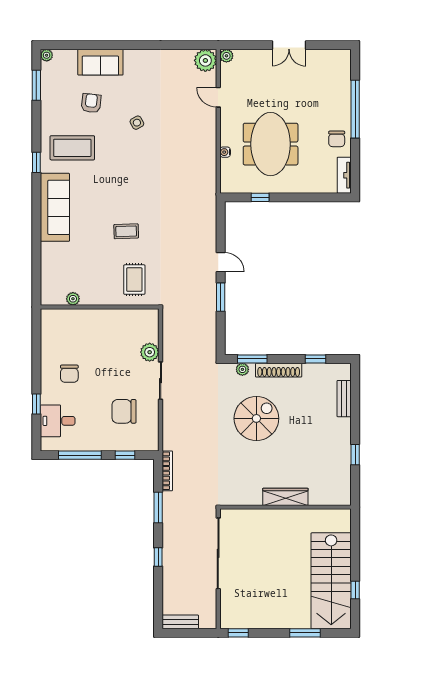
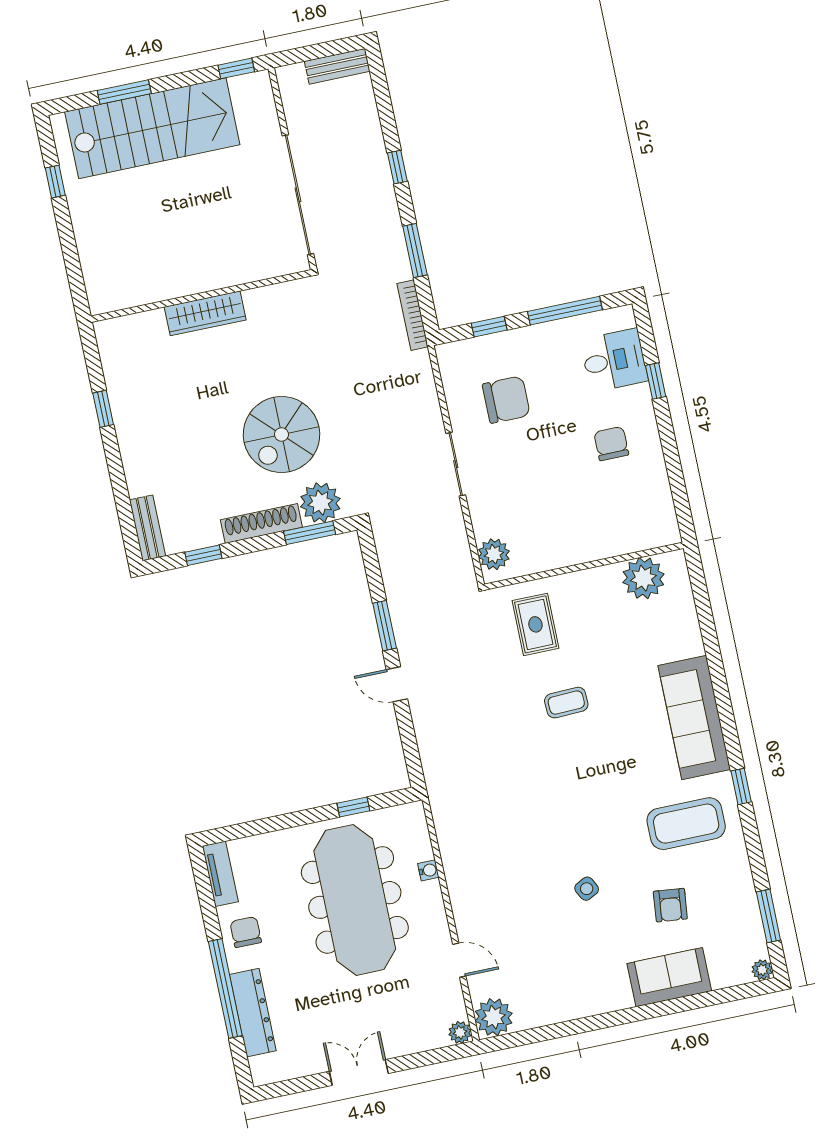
dresser: (342, 92) -> (253, 1013), added
meeting table: (271, 144) -> (355, 900), width x1.36
plant: (73, 299) -> (643, 578), width x1.88, depth x1.88
plant: (150, 352) -> (494, 554), moved
plant: (242, 369) -> (320, 503), width x1.88, depth x1.88
bench: (344, 399) -> (147, 528), moved
stairs: (331, 581) -> (152, 128), moved, turned 90

